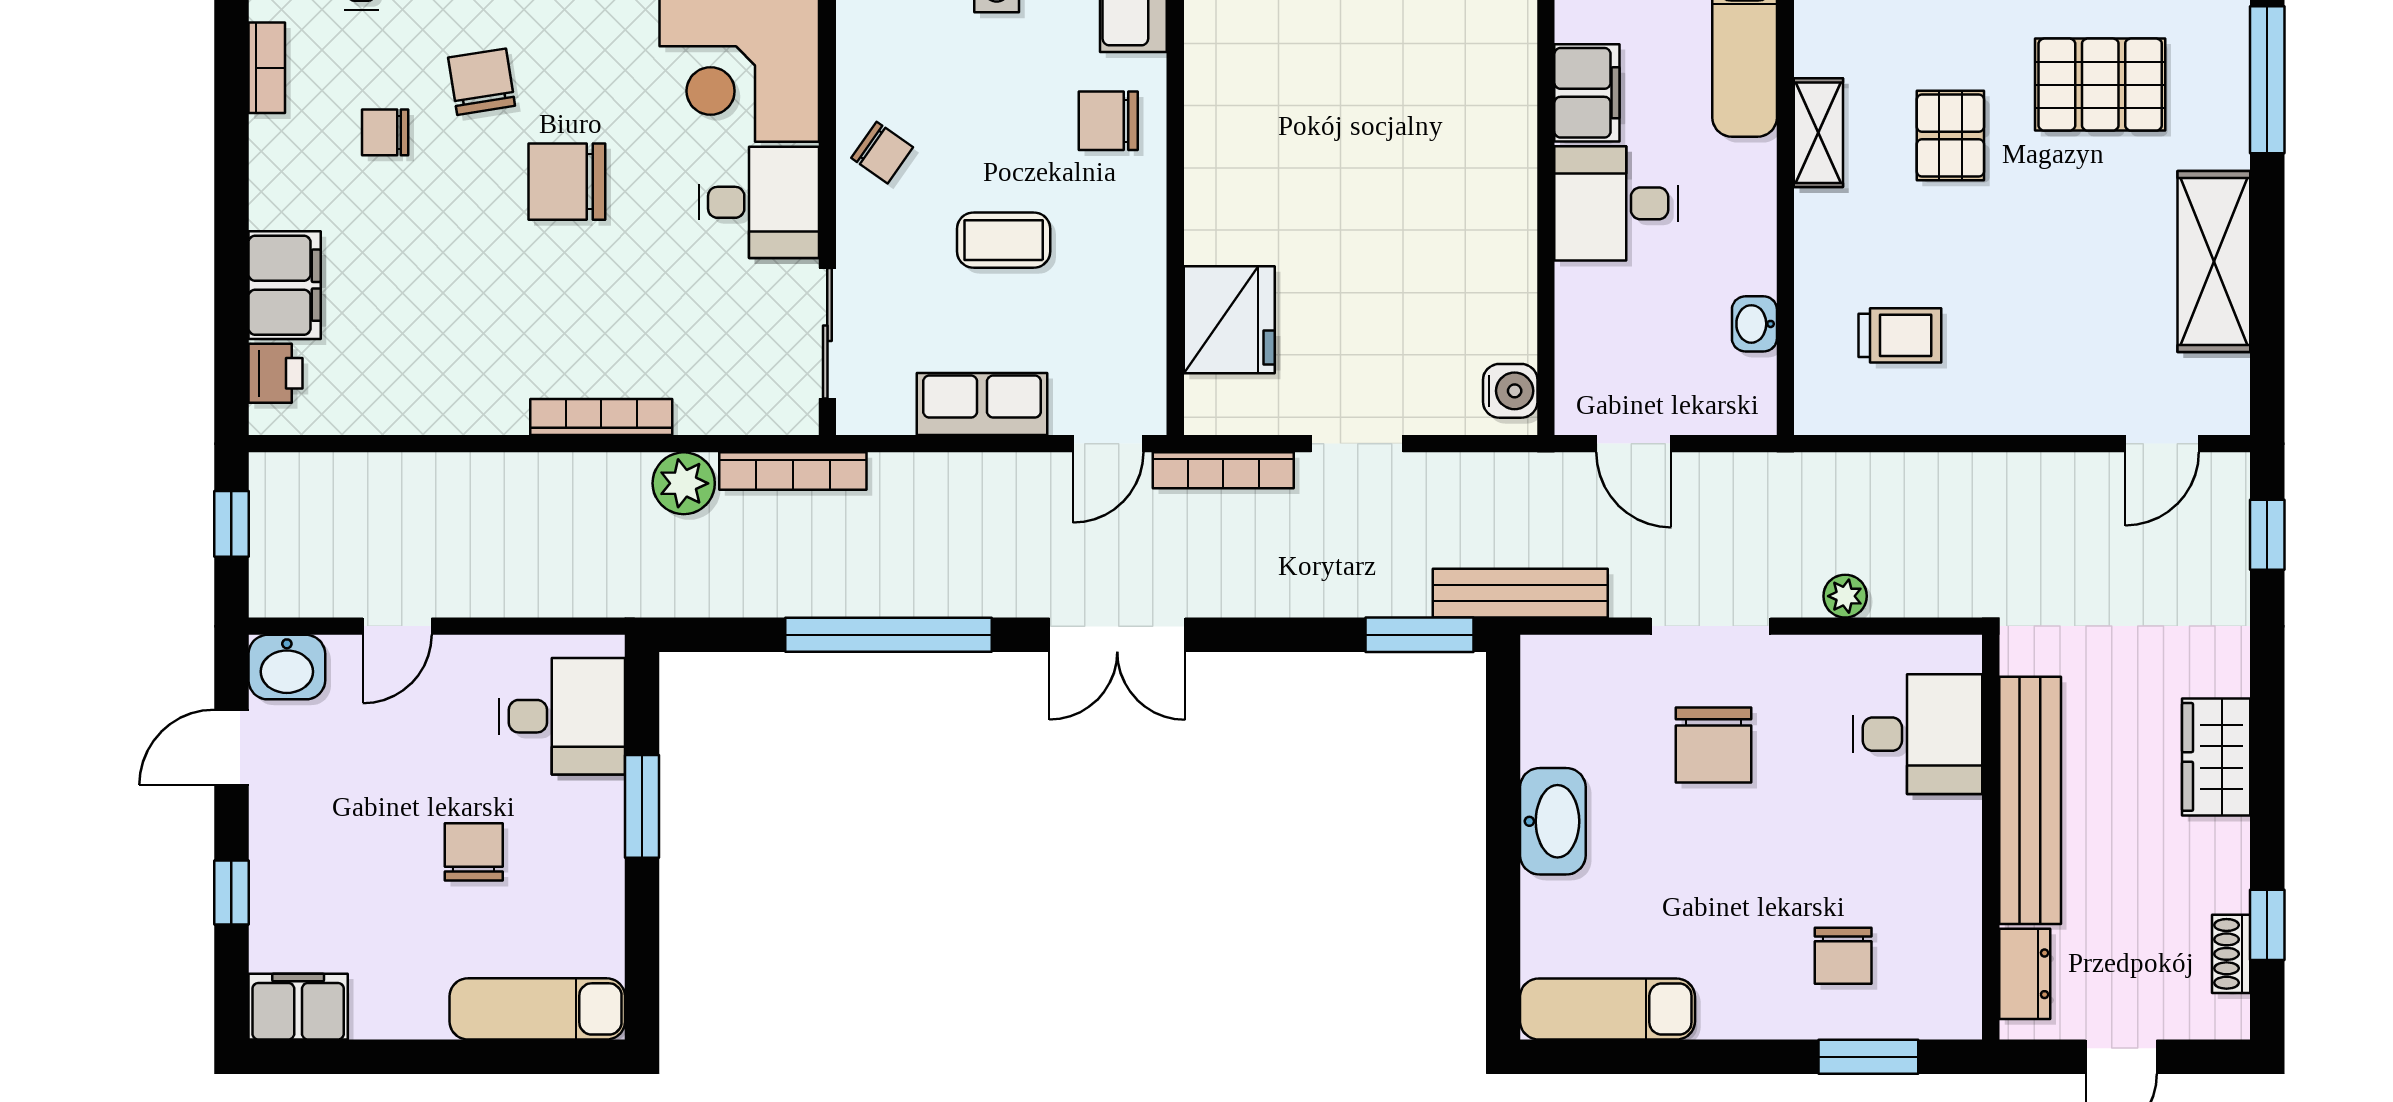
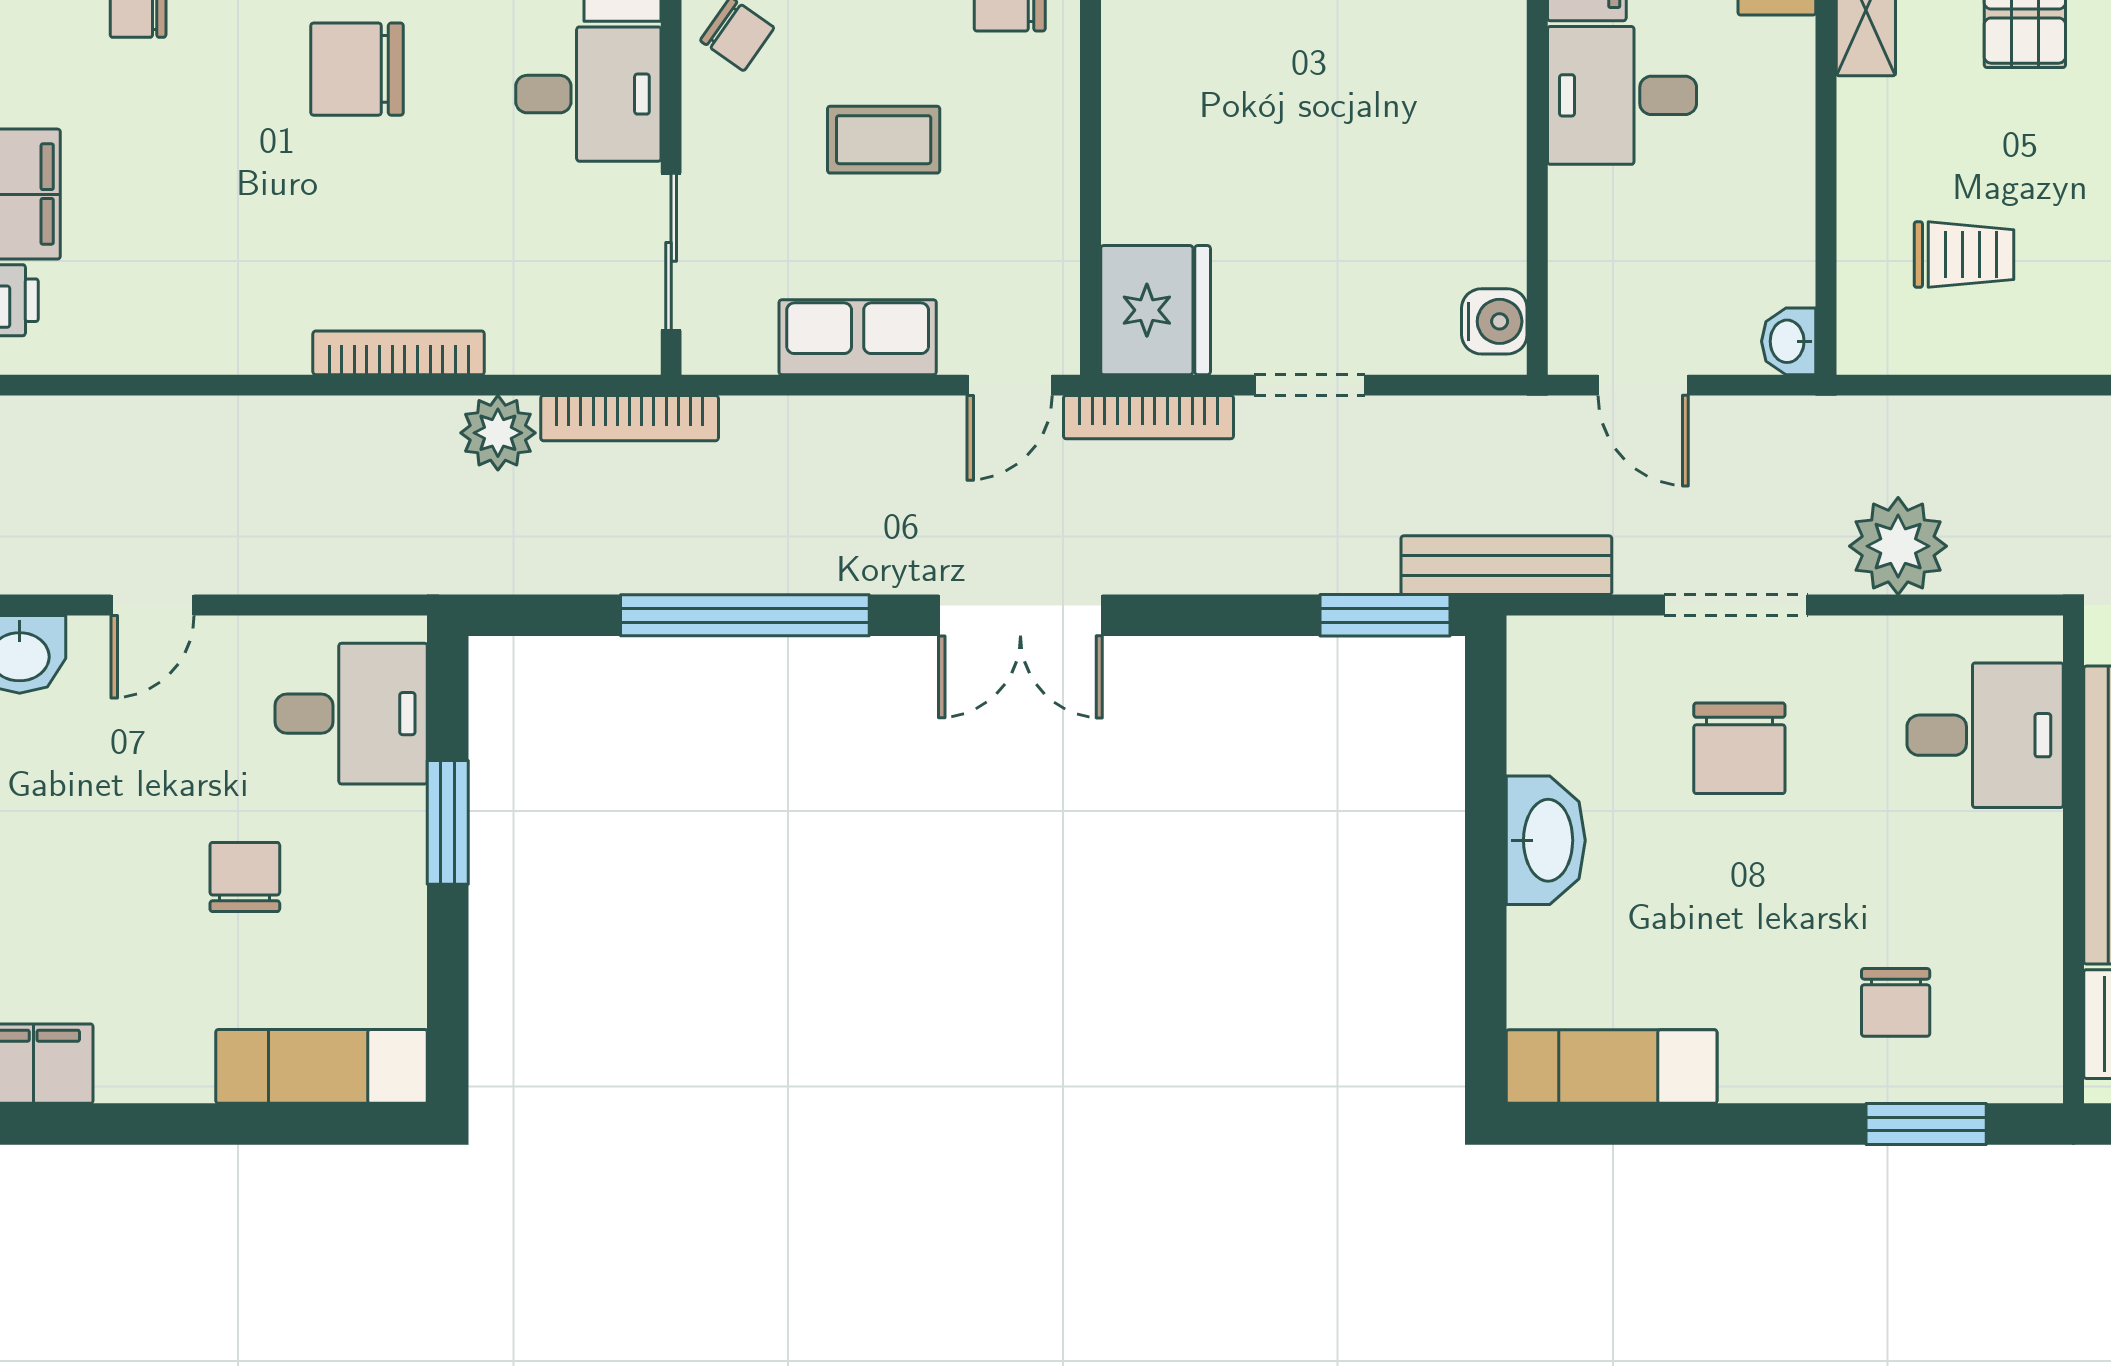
fridge: (1229, 320) -> (1156, 310), moved
washbasin: (1754, 324) -> (1789, 341), moved
plant: (1845, 596) -> (1898, 546), width x1.88, depth x1.88

